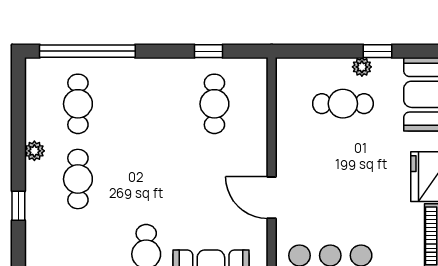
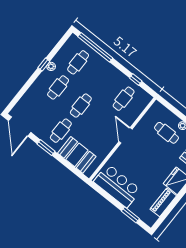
cafe table: (146, 179) -> (81, 106), added
door: (272, 198) -> (125, 135), moved
window: (18, 206) -> (44, 65), moved

